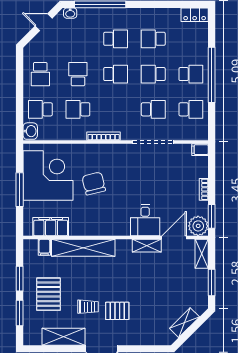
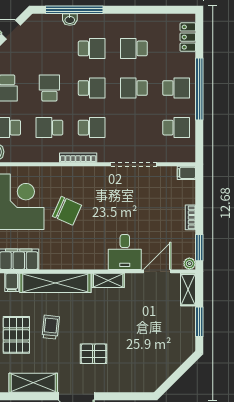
washbasin: (70, 13) -> (70, 20), moved
locker: (195, 15) -> (188, 37), moved, turned 90
school desk: (153, 109) -> (92, 128), moved
chair: (94, 184) -> (67, 211), turned 128
plant: (198, 226) -> (189, 264), width x0.53, depth x0.53
shelving: (147, 246) -> (108, 280), moved
trolley: (88, 307) -> (51, 327), moved, turned -84
shelving: (184, 323) -> (169, 367), removed

